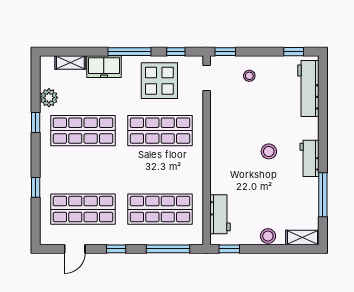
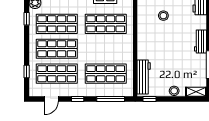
stool: (269, 151) -> (163, 16), moved
shop shelf: (83, 170) -> (57, 49), added
window: (36, 187) -> (27, 72), moved
workbench: (220, 214) -> (144, 77), width x1.38

